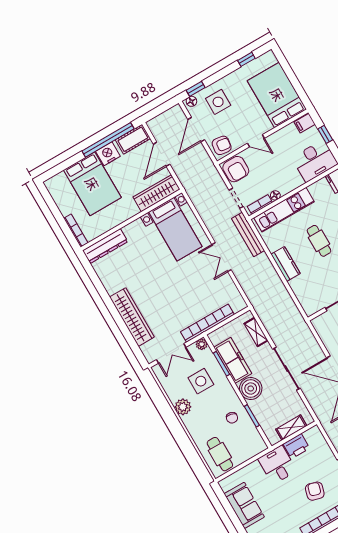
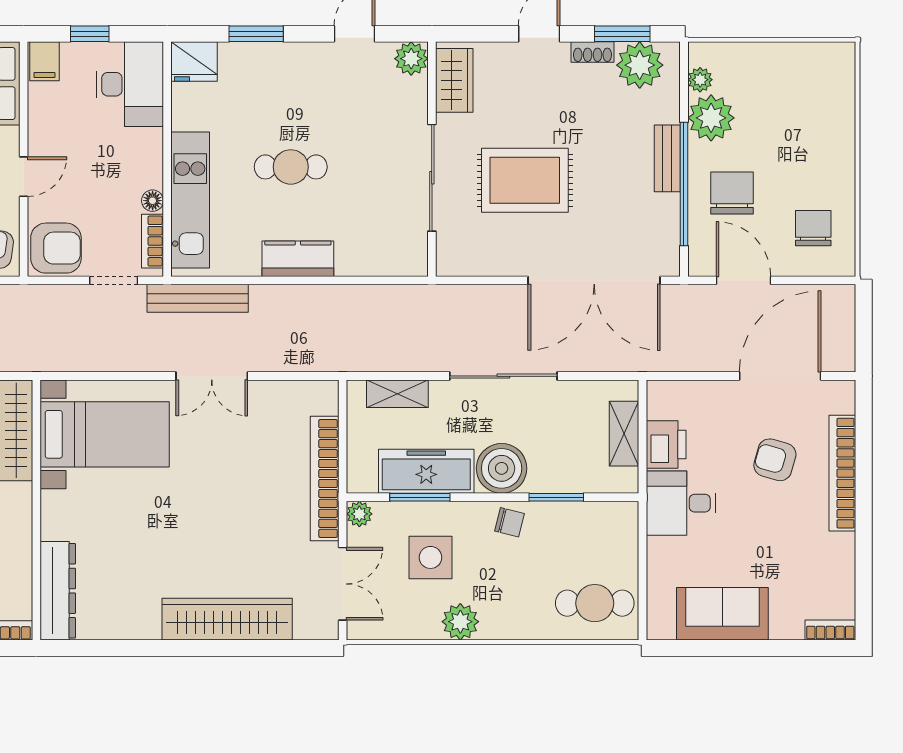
chair: (232, 418) -> (509, 522), moved

